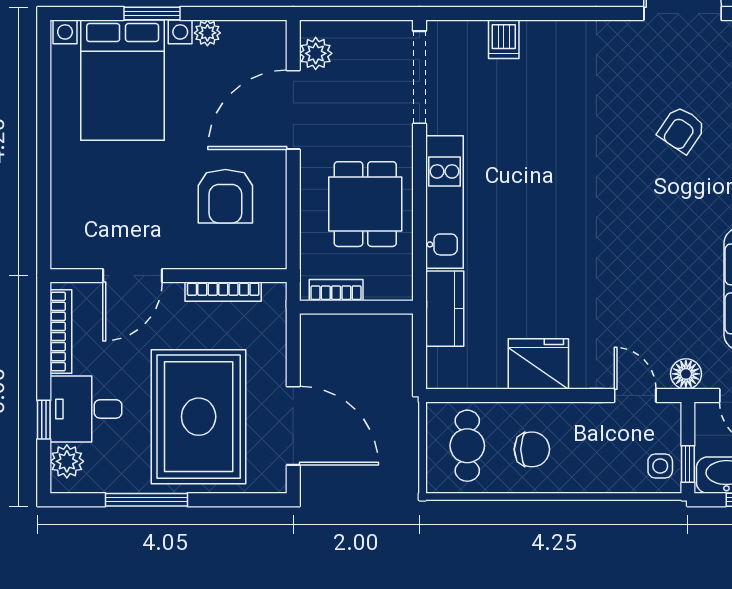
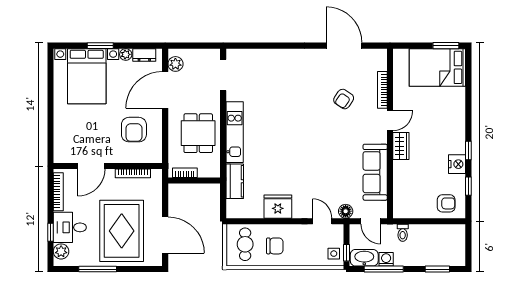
dresser: (248, 34) -> (144, 55), added
dishwasher: (504, 39) -> (262, 57), removed
doorway: (419, 77) -> (223, 75), width x0.73

